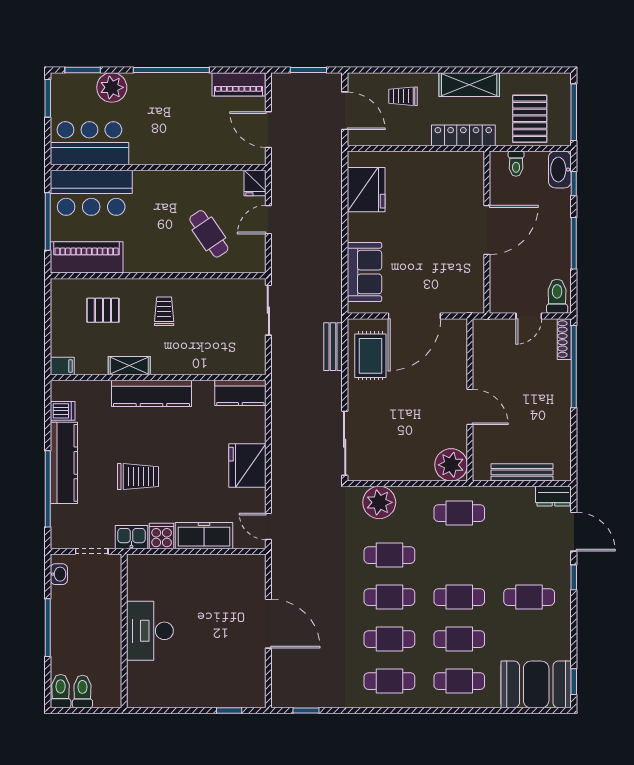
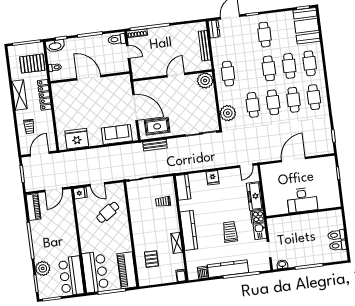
trolley: (164, 311) -> (163, 202), moved
fridge: (247, 465) -> (213, 178), width x0.53, depth x0.75
wall: (124, 631) -> (304, 213), moved
desk: (150, 631) -> (302, 200), moved
toilet: (61, 691) -> (336, 235), moved

